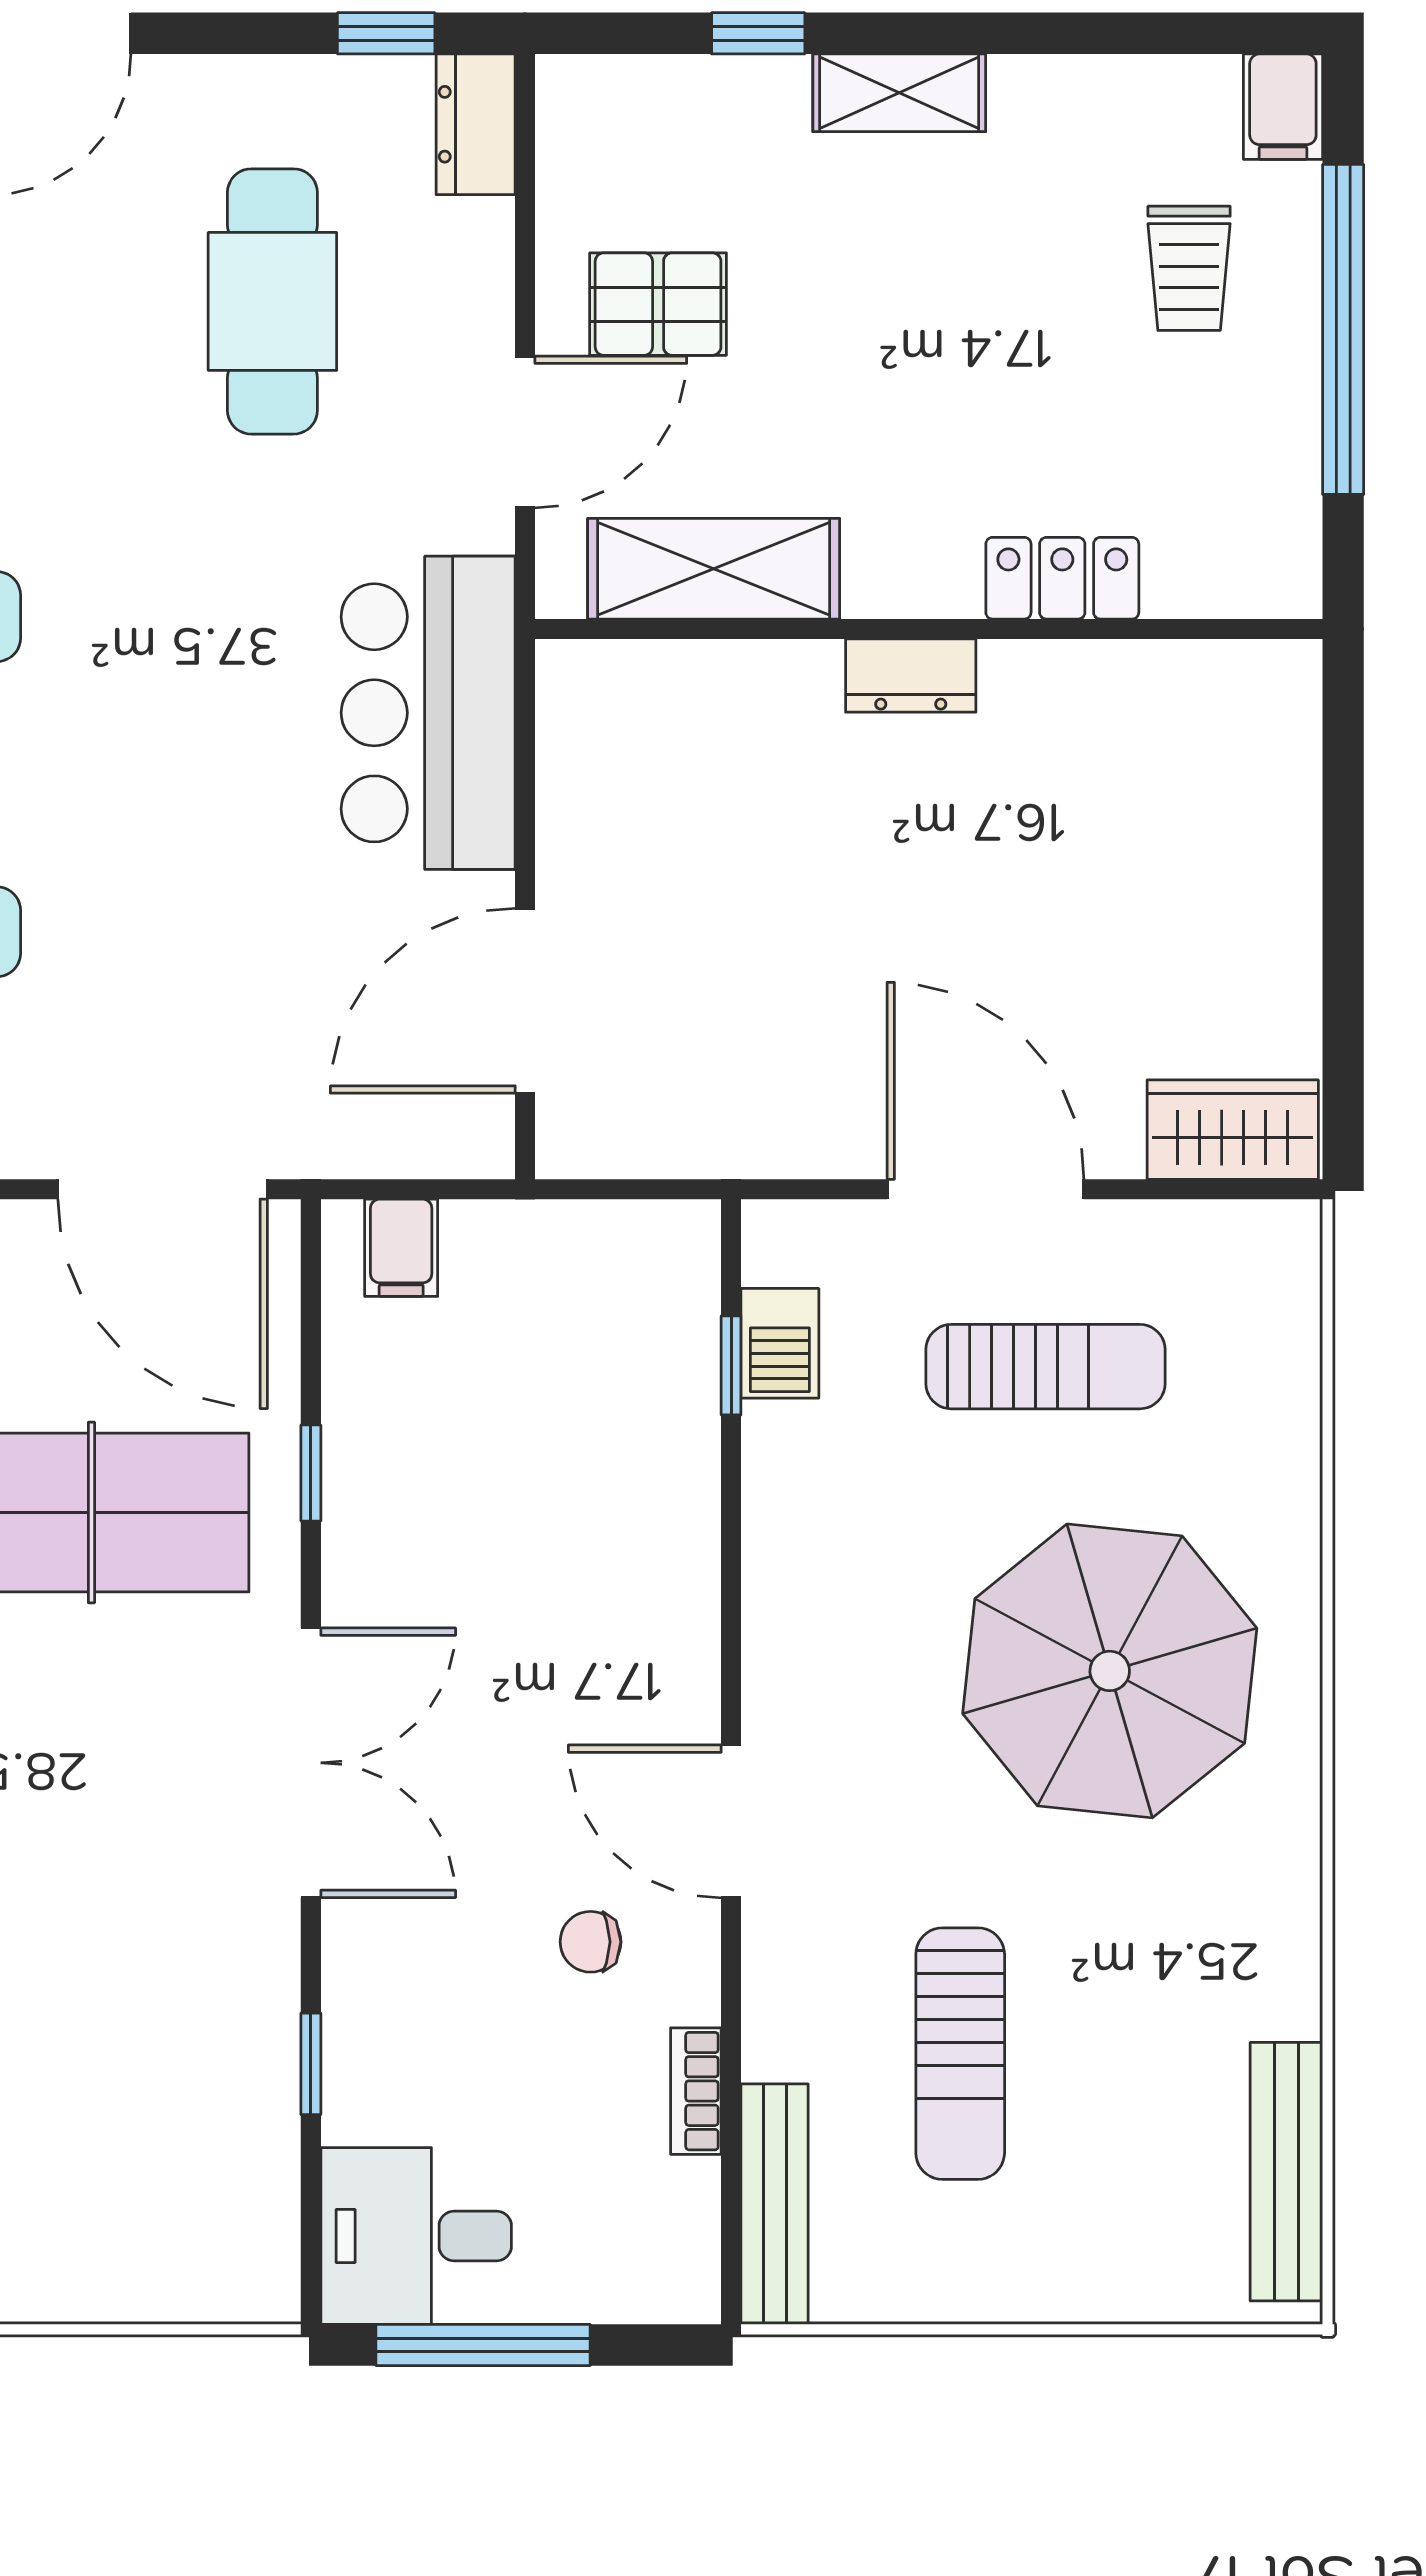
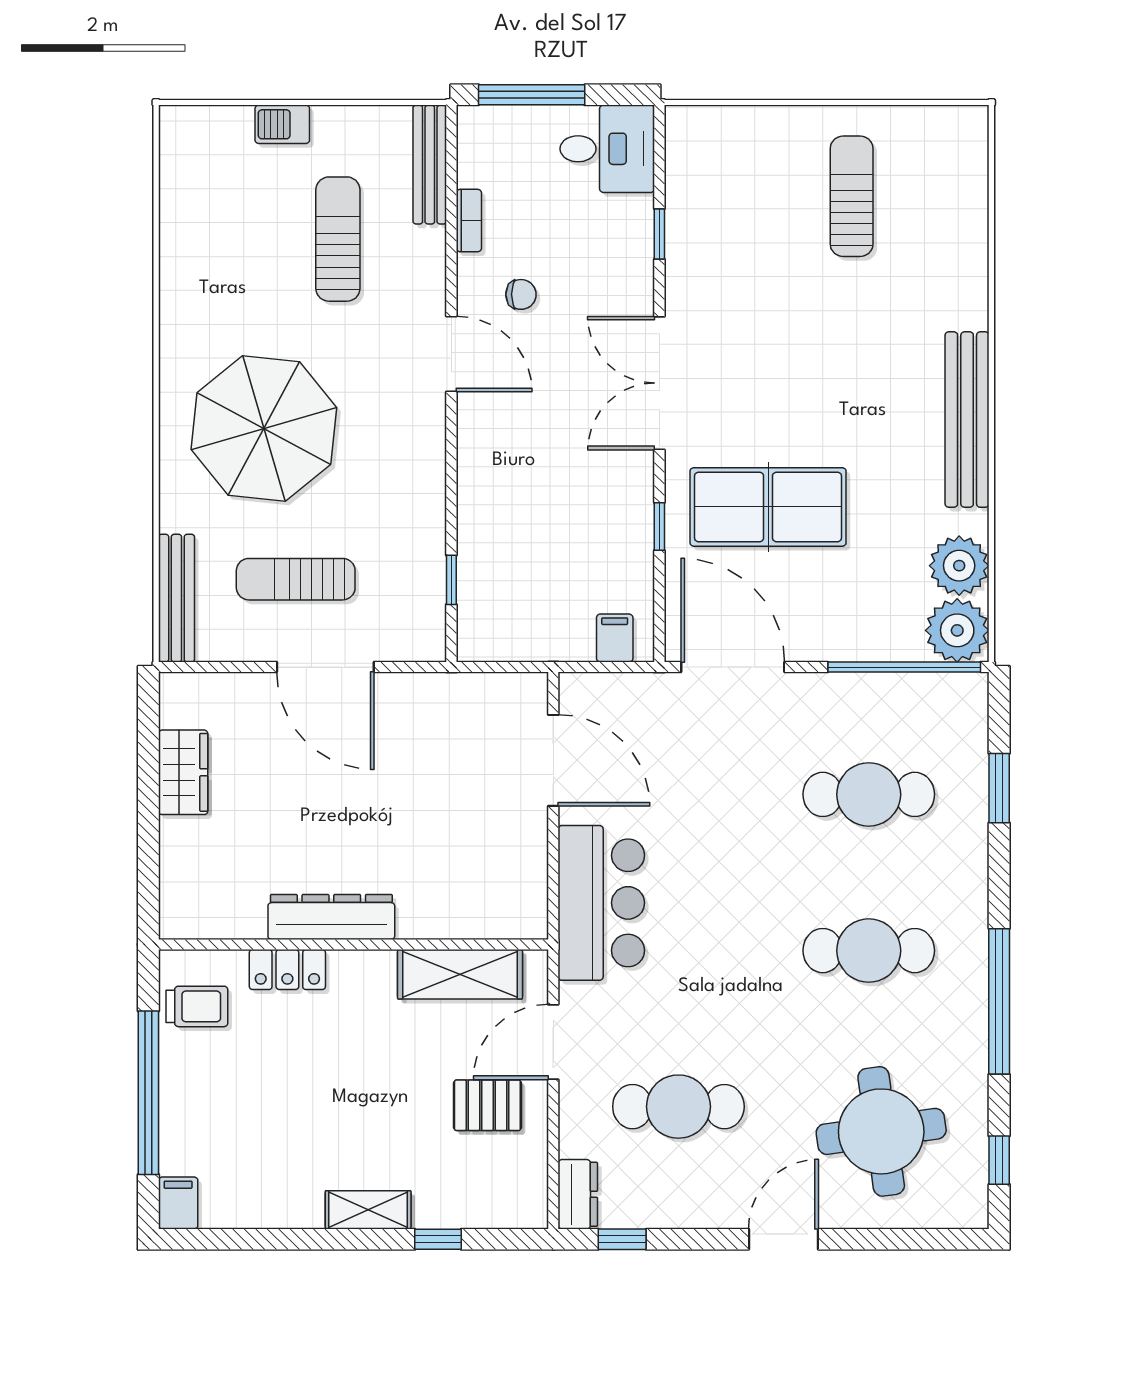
trolley: (1189, 268) -> (197, 1006), moved, turned 90
cafe table: (272, 301) -> (678, 1107), turned 90
dresser: (911, 676) -> (331, 917), width x1.96, depth x1.24
door: (525, 1001) -> (553, 760), hinge flipped
wardrobe: (1233, 1130) -> (183, 772), moved, turned -90
barbecue: (780, 1343) -> (282, 124), moved, turned -90
bench: (1286, 2172) -> (176, 598), moved
window: (483, 2345) -> (532, 95), moved

